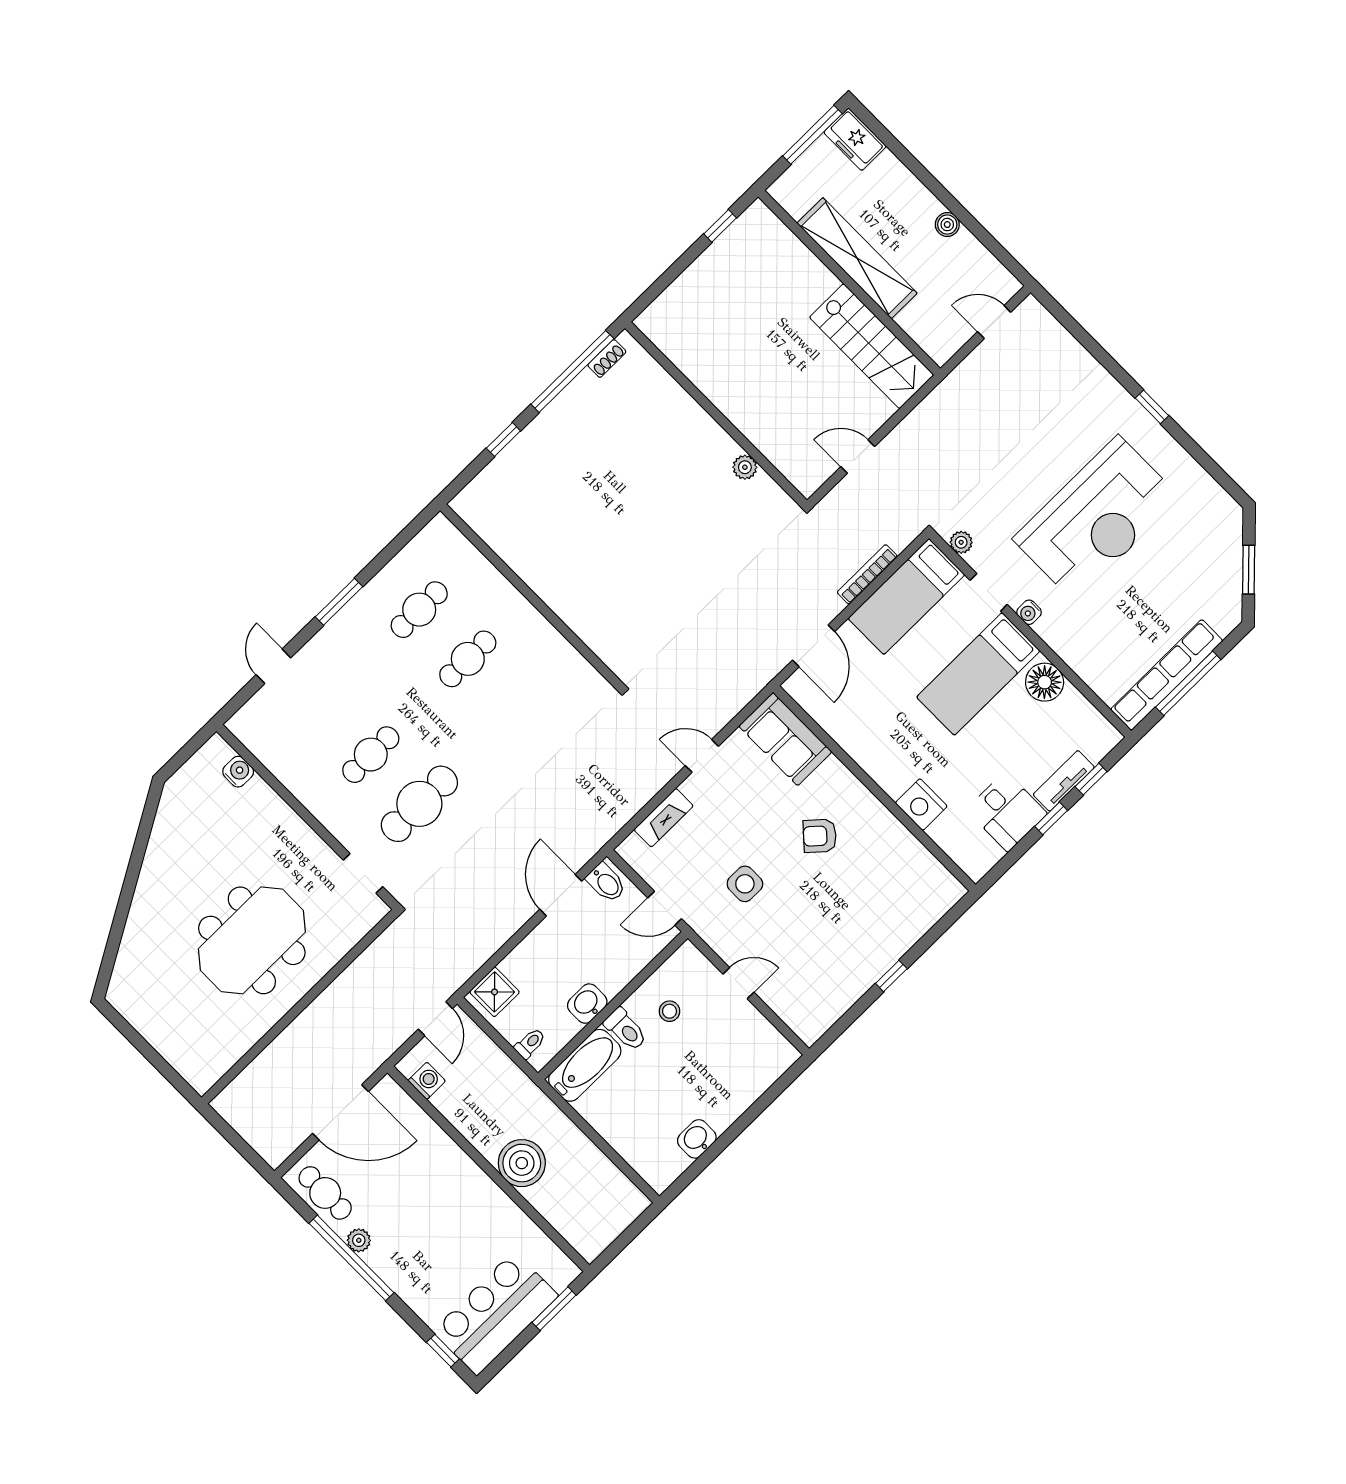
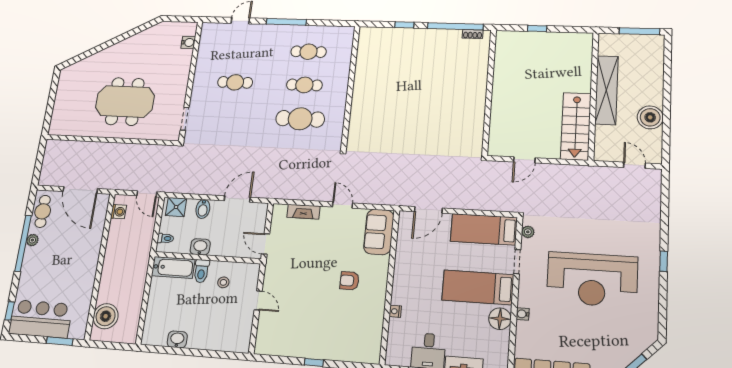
freezer: (855, 139) -> (654, 48), removed
boiler: (947, 225) -> (650, 117), width x1.86, depth x1.86
window: (720, 226) -> (537, 29), moved
door: (858, 457) -> (524, 160), swing flipped
plant: (745, 467) -> (478, 121), removed
bookcase: (867, 574) -> (478, 206), removed
window: (339, 602) -> (286, 22), width x1.44
water cooler: (1029, 612) -> (523, 314), moved
cafe table: (419, 804) -> (300, 119), moved
nightstand: (921, 805) -> (395, 311), width x0.53, depth x0.56
armchair: (820, 836) -> (349, 281), turned -42
bidet: (606, 883) -> (203, 209), moved
side table: (745, 884) -> (303, 267), removed
door: (435, 1019) -> (147, 194), hinge flipped
boiler: (522, 1163) -> (106, 316), moved

